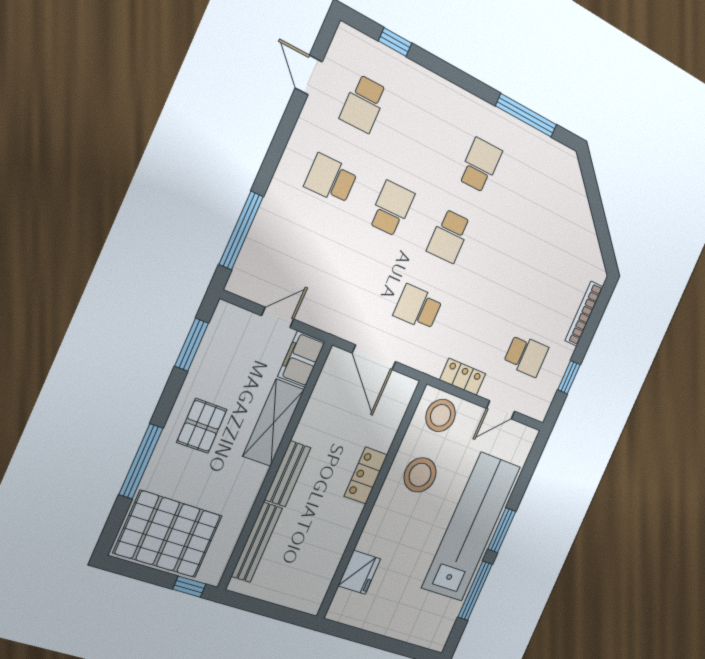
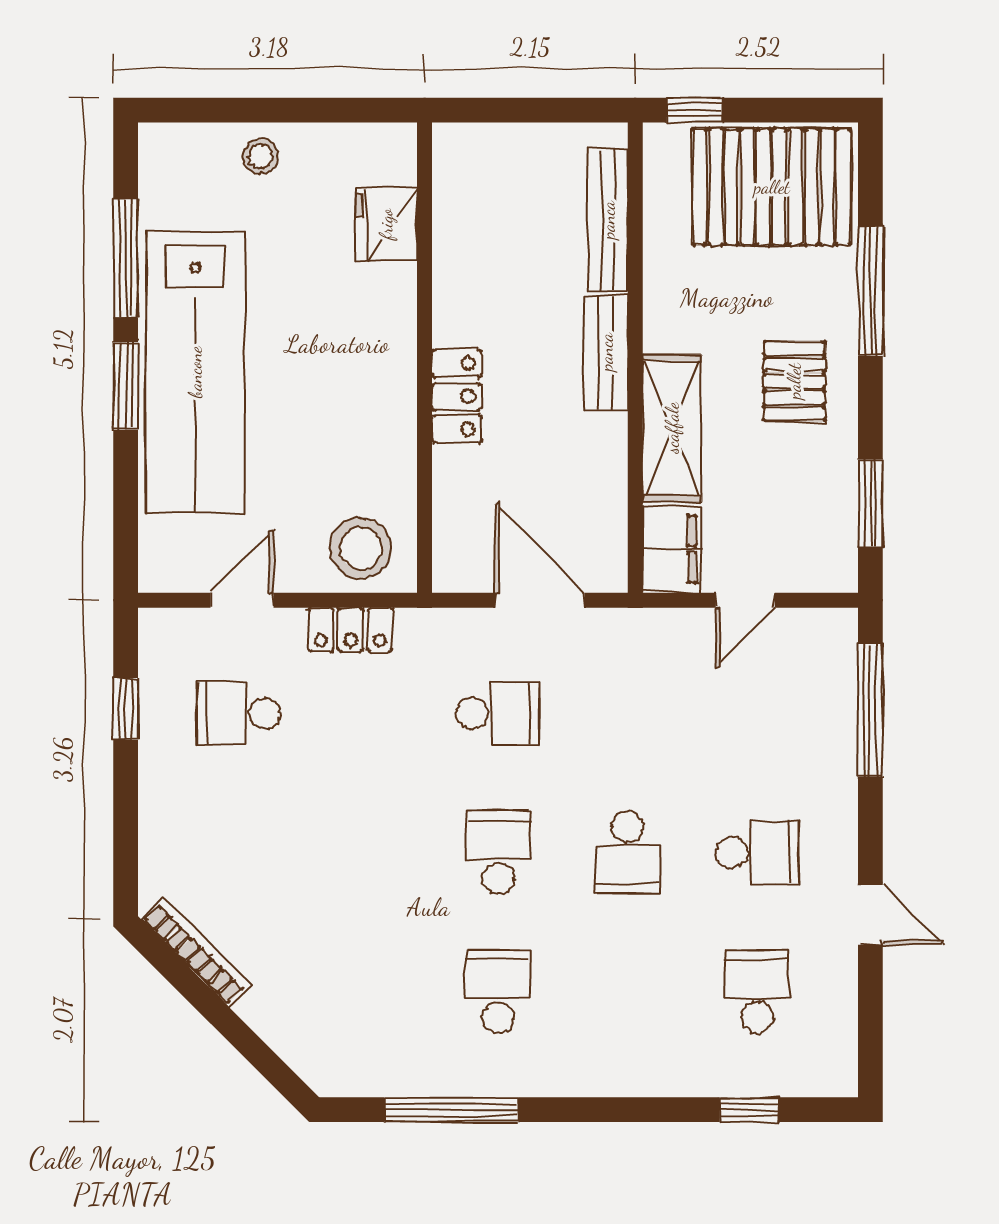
door: (309, 75) -> (870, 915), moved
school desk: (480, 165) -> (498, 992), turned 180
bookcase: (584, 314) -> (196, 952), moved, turned -45
stool: (420, 475) -> (261, 156), moved, width x0.53, depth x0.53

